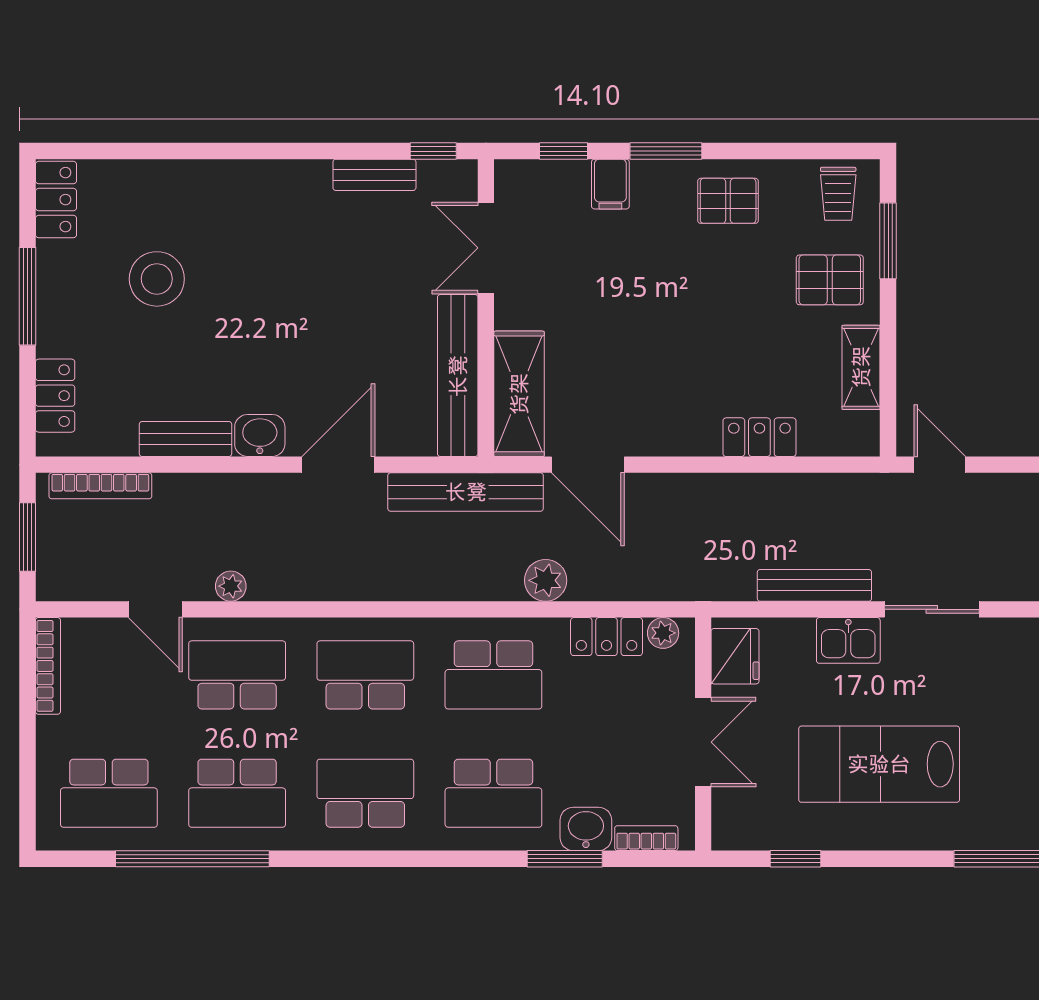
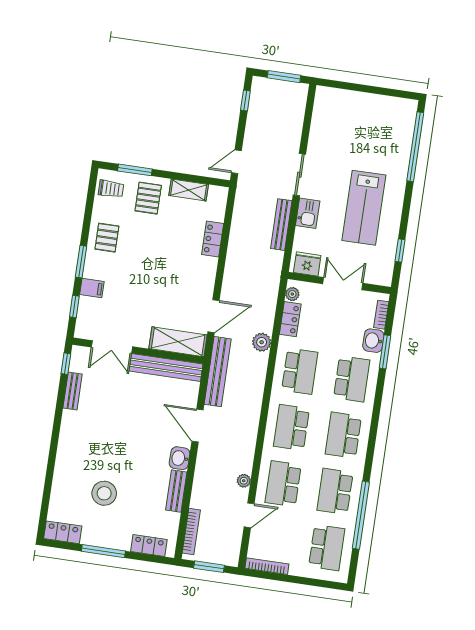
school desk: (237, 793) -> (335, 491), turned 180

